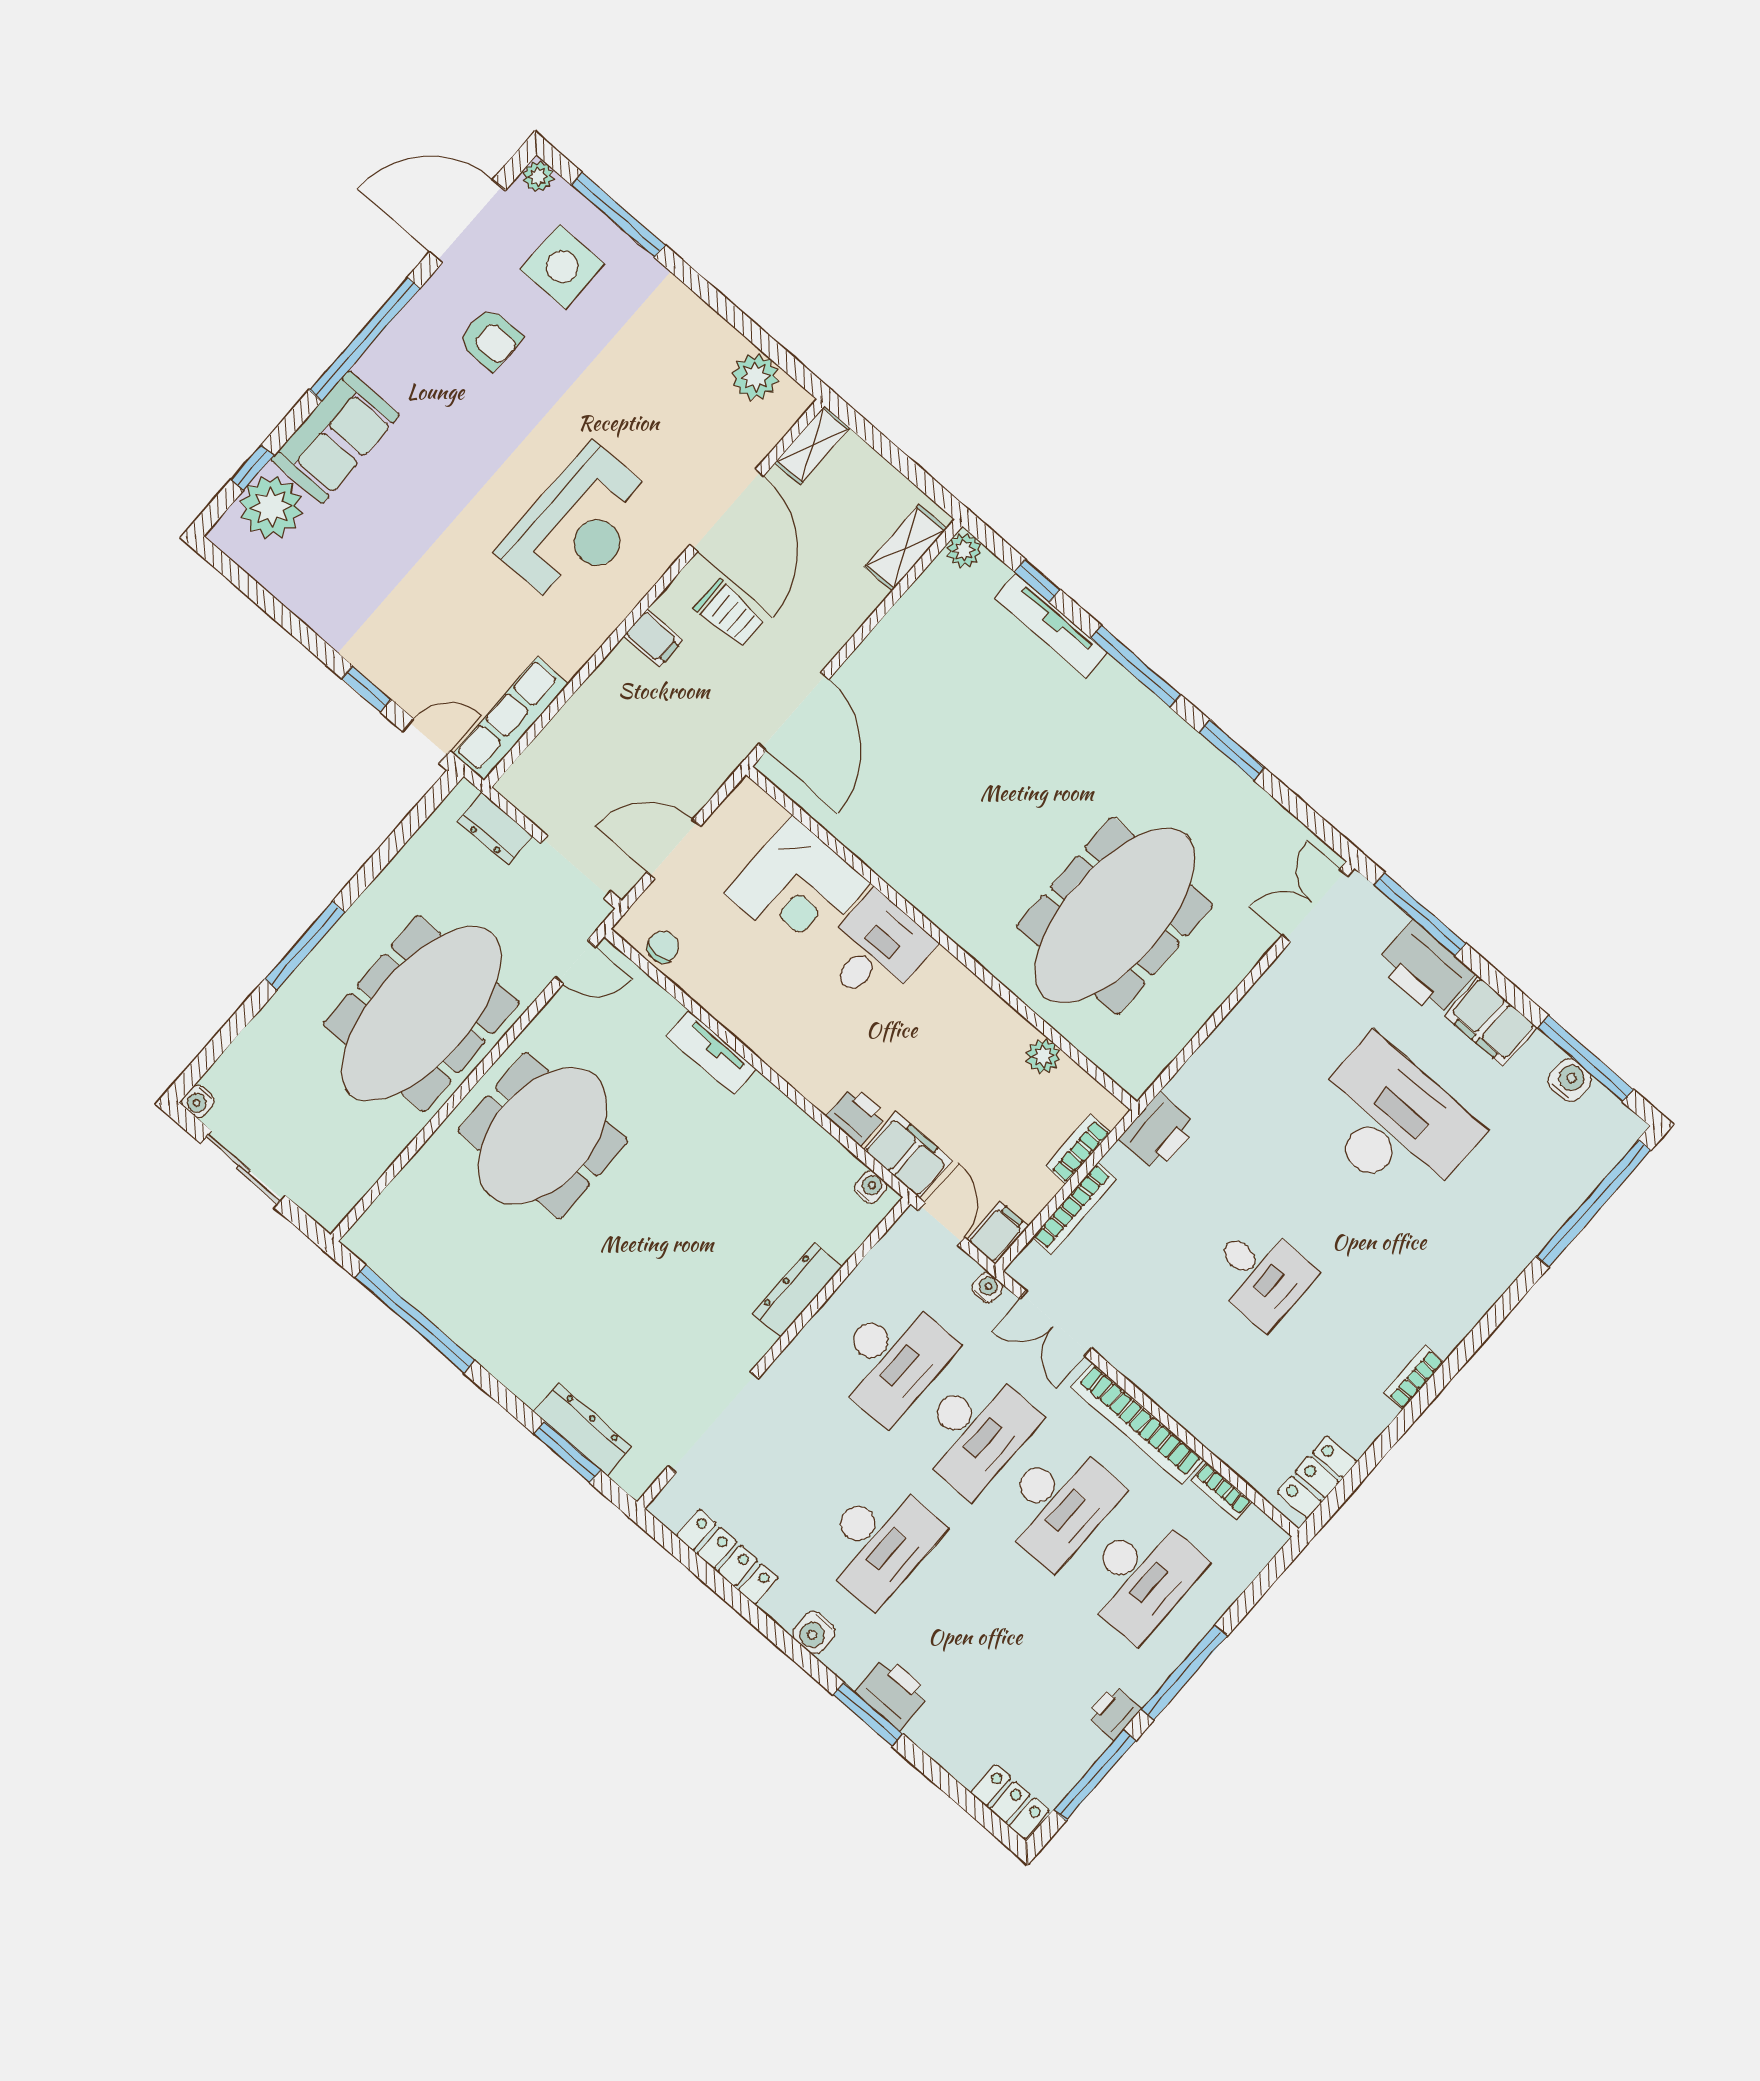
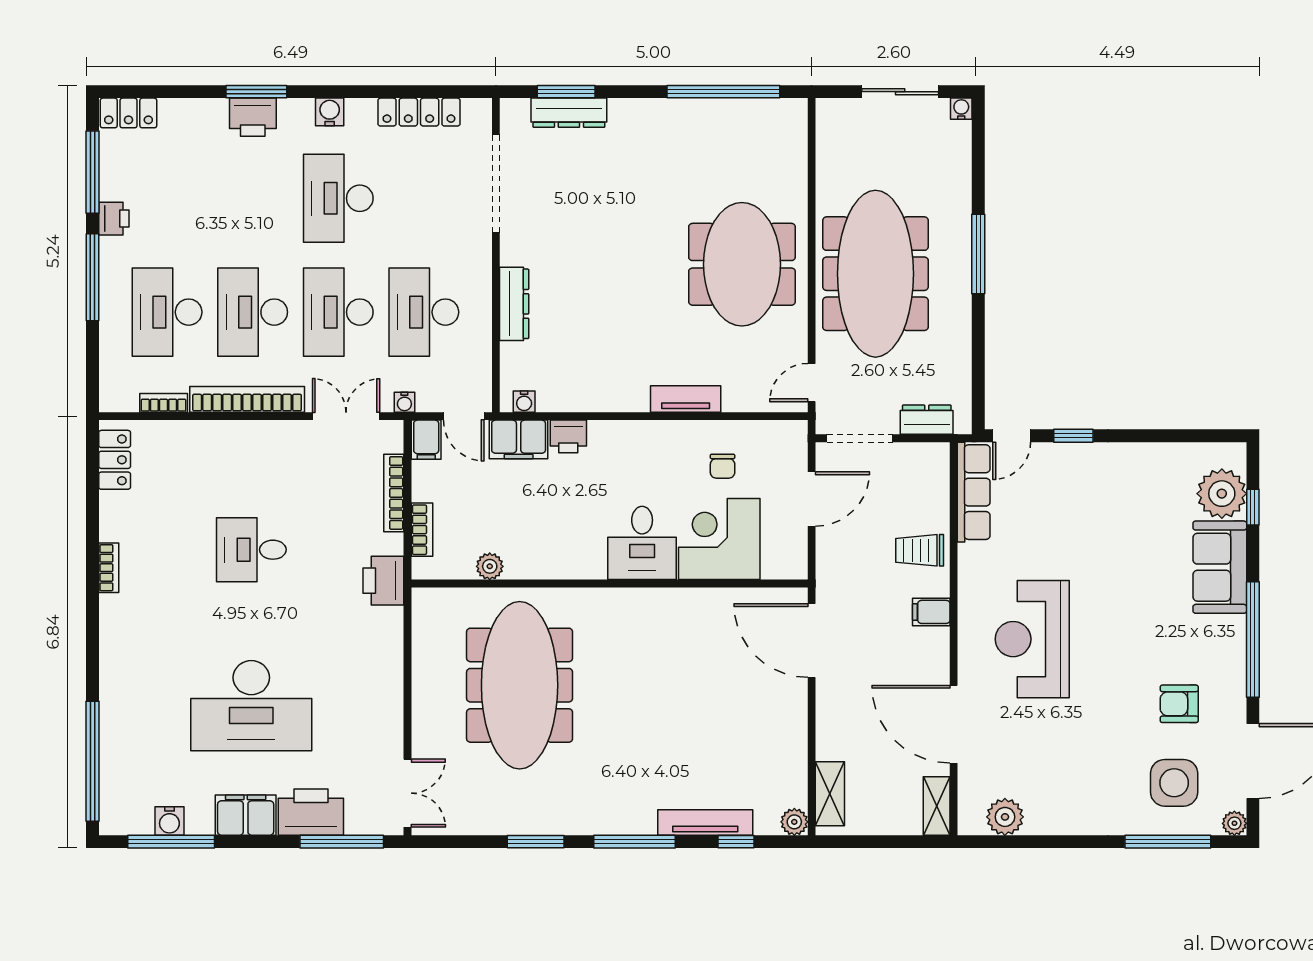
trolley: (729, 614) -> (920, 550), moved
chair: (663, 947) -> (723, 466), moved

